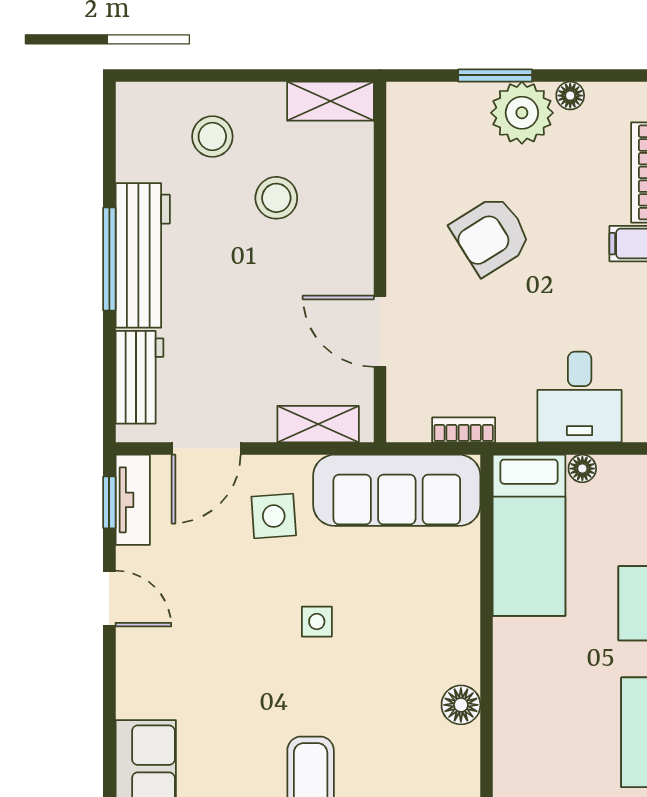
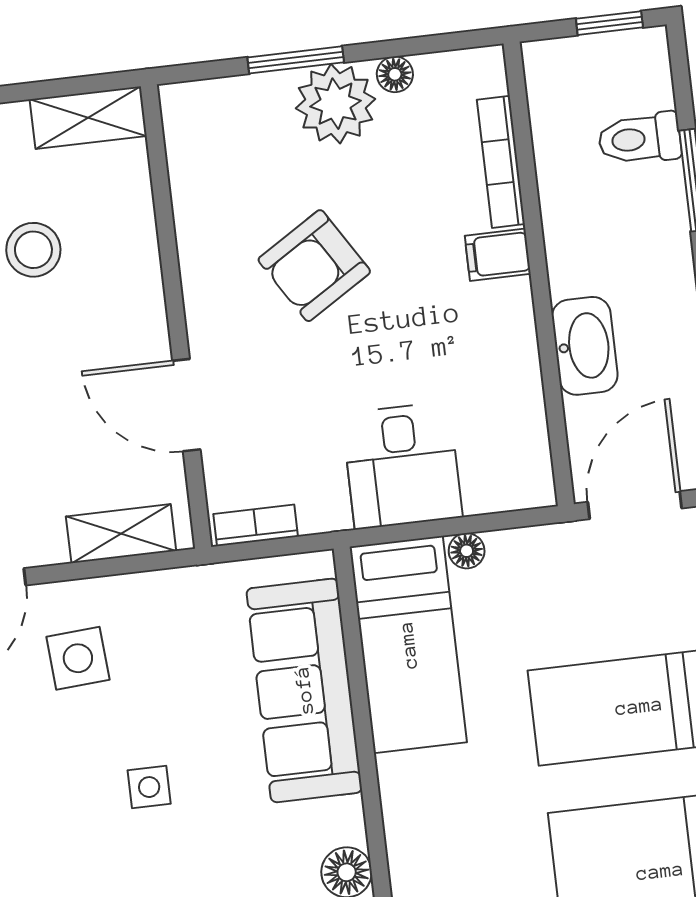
desk: (580, 397) -> (402, 465), moved
bookcase: (464, 430) -> (256, 525), moved
sofa: (397, 490) -> (304, 690), moved, turned 90

